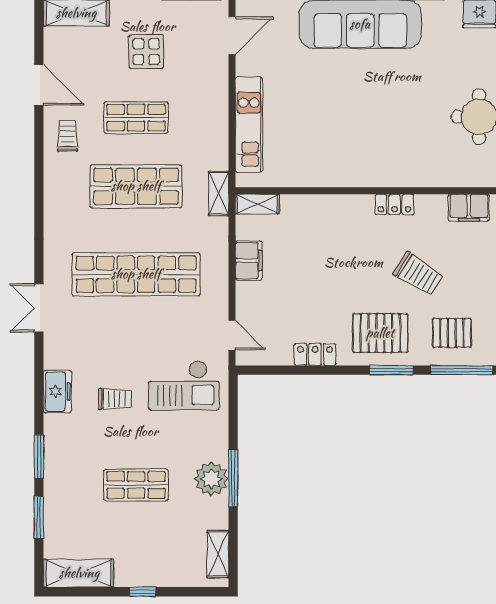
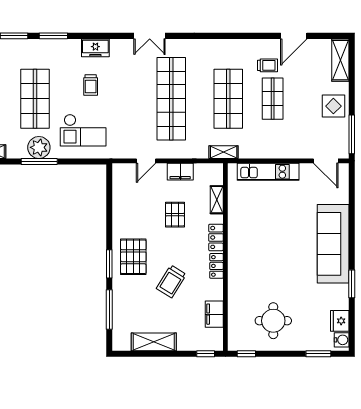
display table: (146, 52) -> (333, 106), moved
trolley: (68, 136) -> (268, 65), moved
shelving: (257, 204) -> (217, 200), moved
double door: (39, 308) -> (150, 36), swing flipped
pallet: (452, 333) -> (175, 215), moved
door: (232, 335) -> (146, 161), moved
locker: (315, 355) -> (216, 237), moved, turned 180
checkout: (184, 385) -> (83, 130), moved, turned -90
shop shelf: (136, 485) -> (35, 99), width x1.43, depth x1.36

